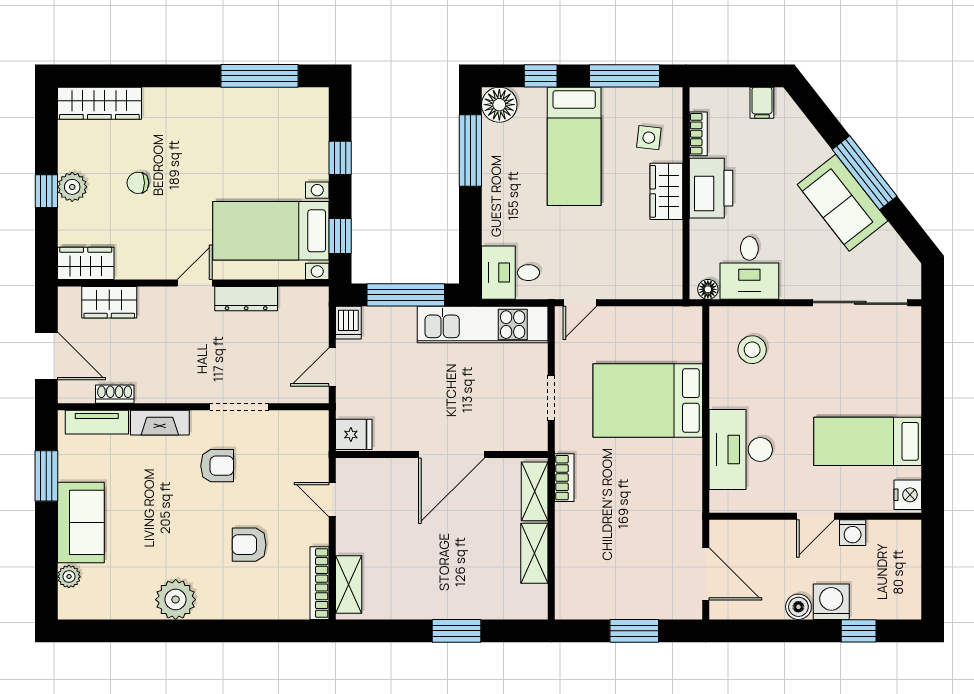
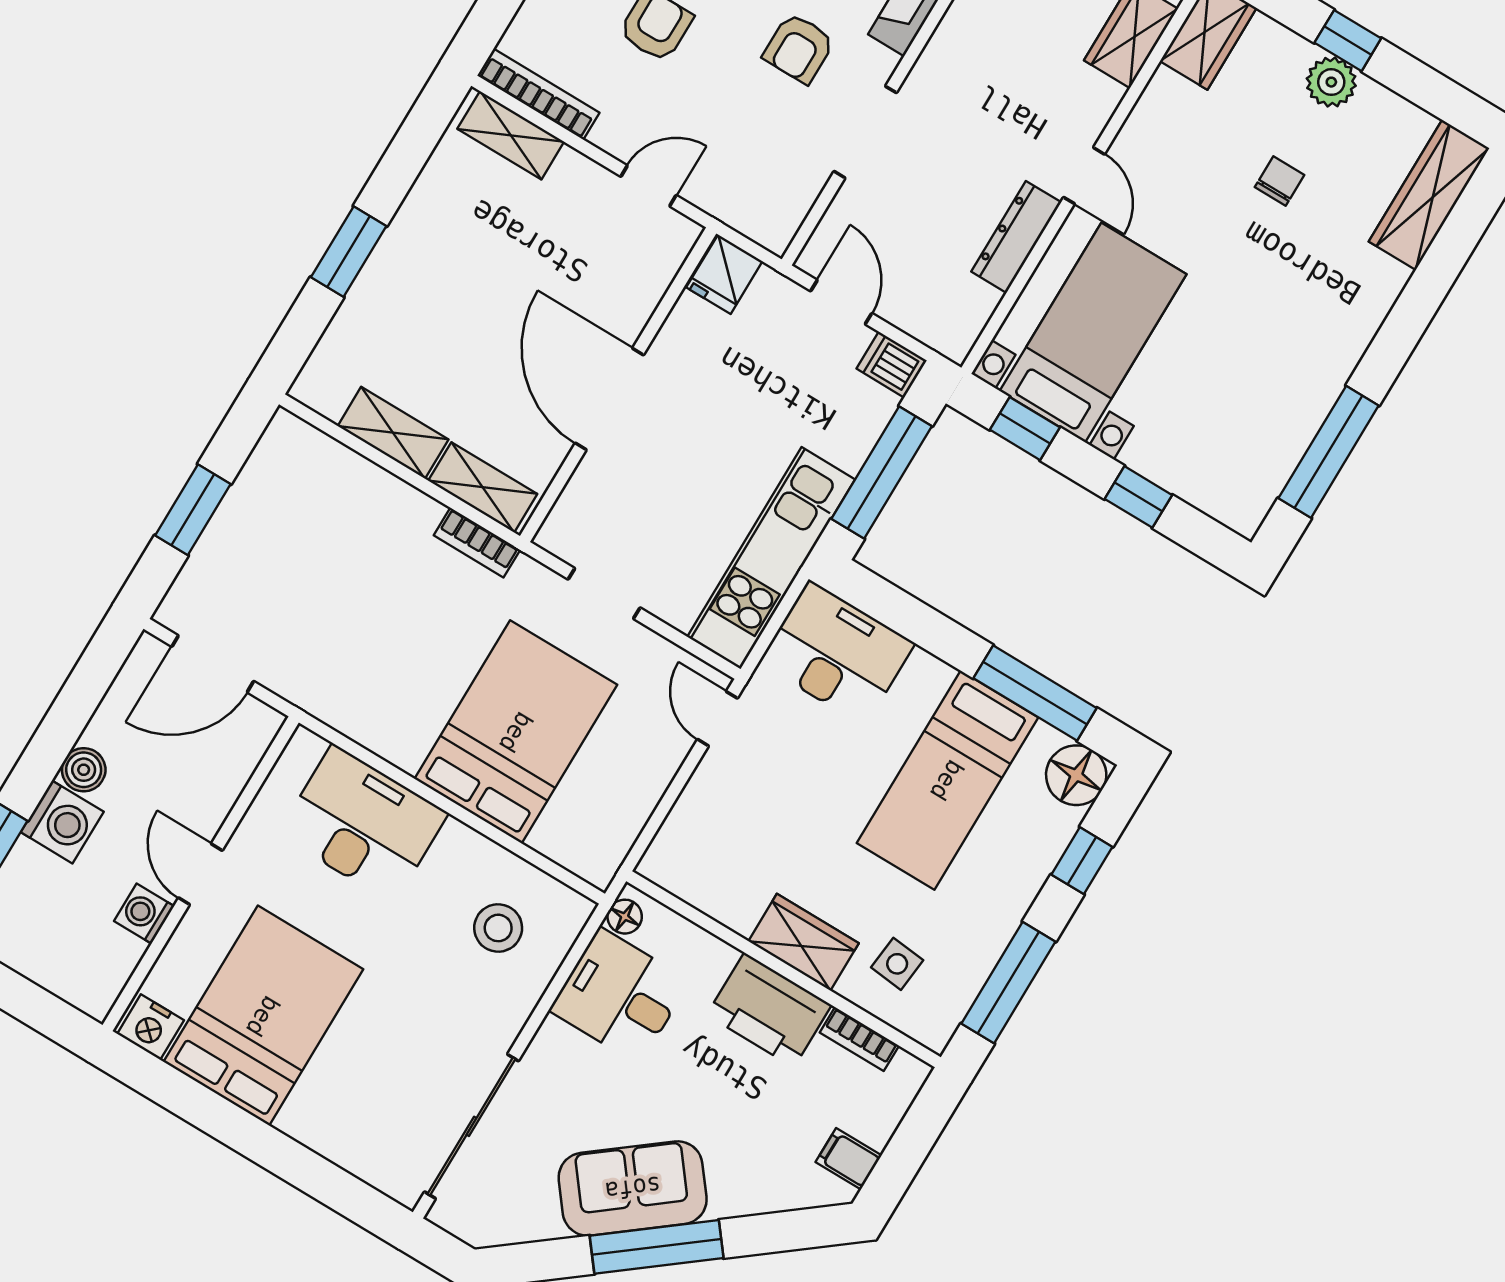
bed: (574, 146) -> (947, 780), moved, turned -90
desk: (511, 273) -> (837, 653), width x1.37
bed: (868, 441) -> (263, 1016), width x1.50

